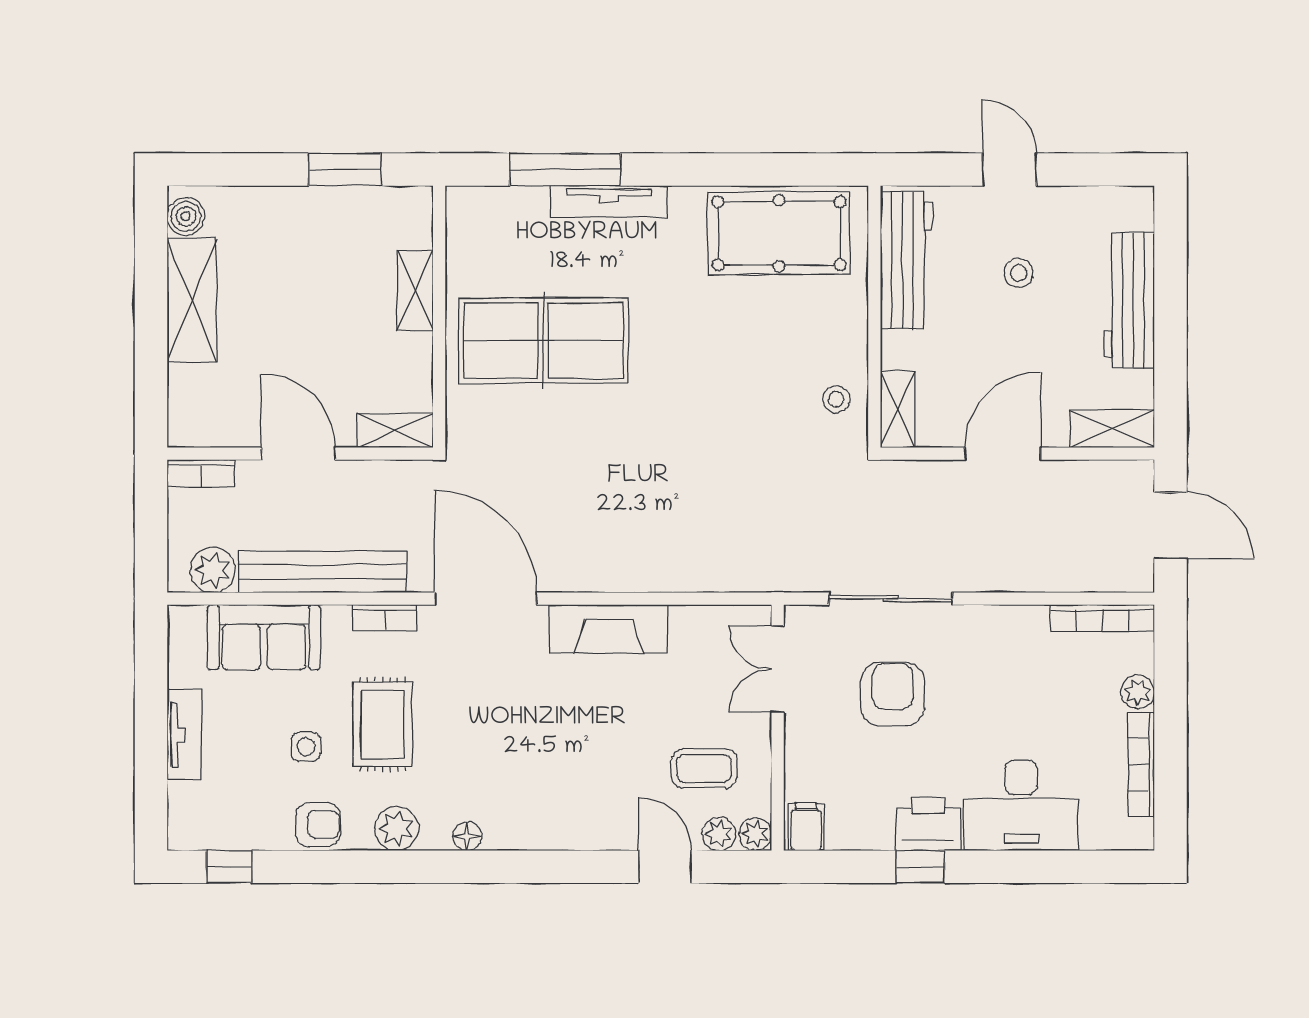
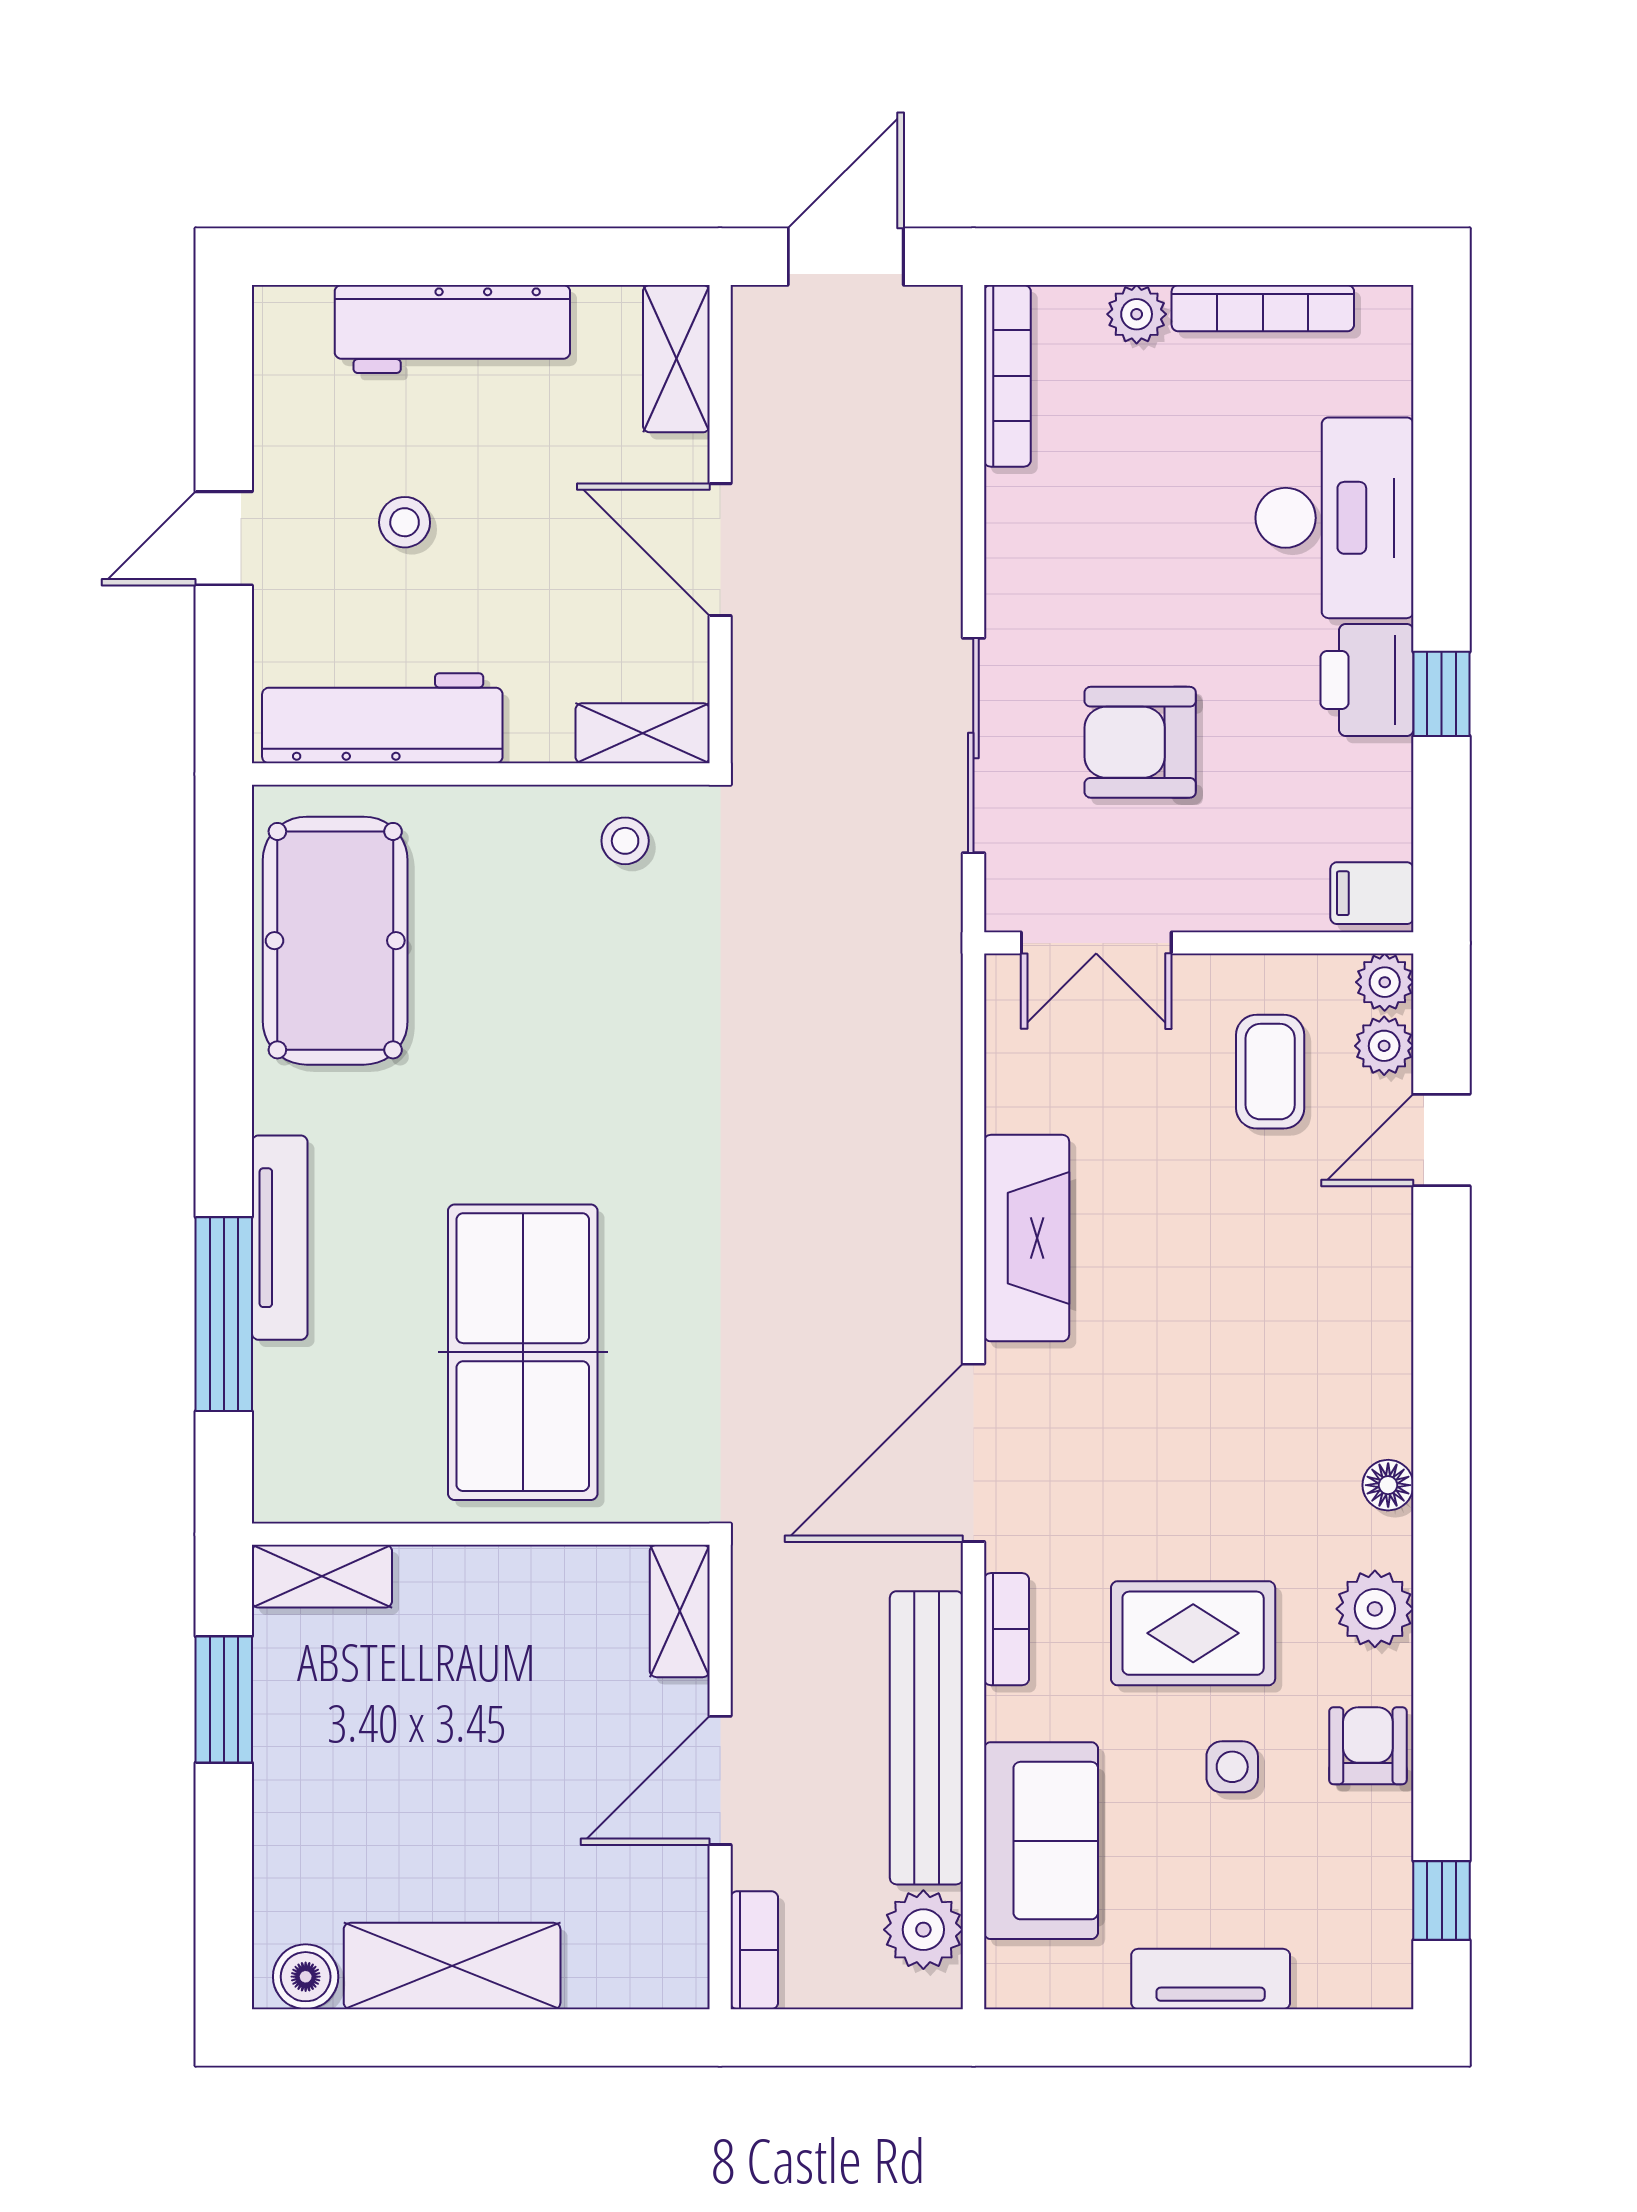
shelving: (415, 290) -> (322, 1576), moved

